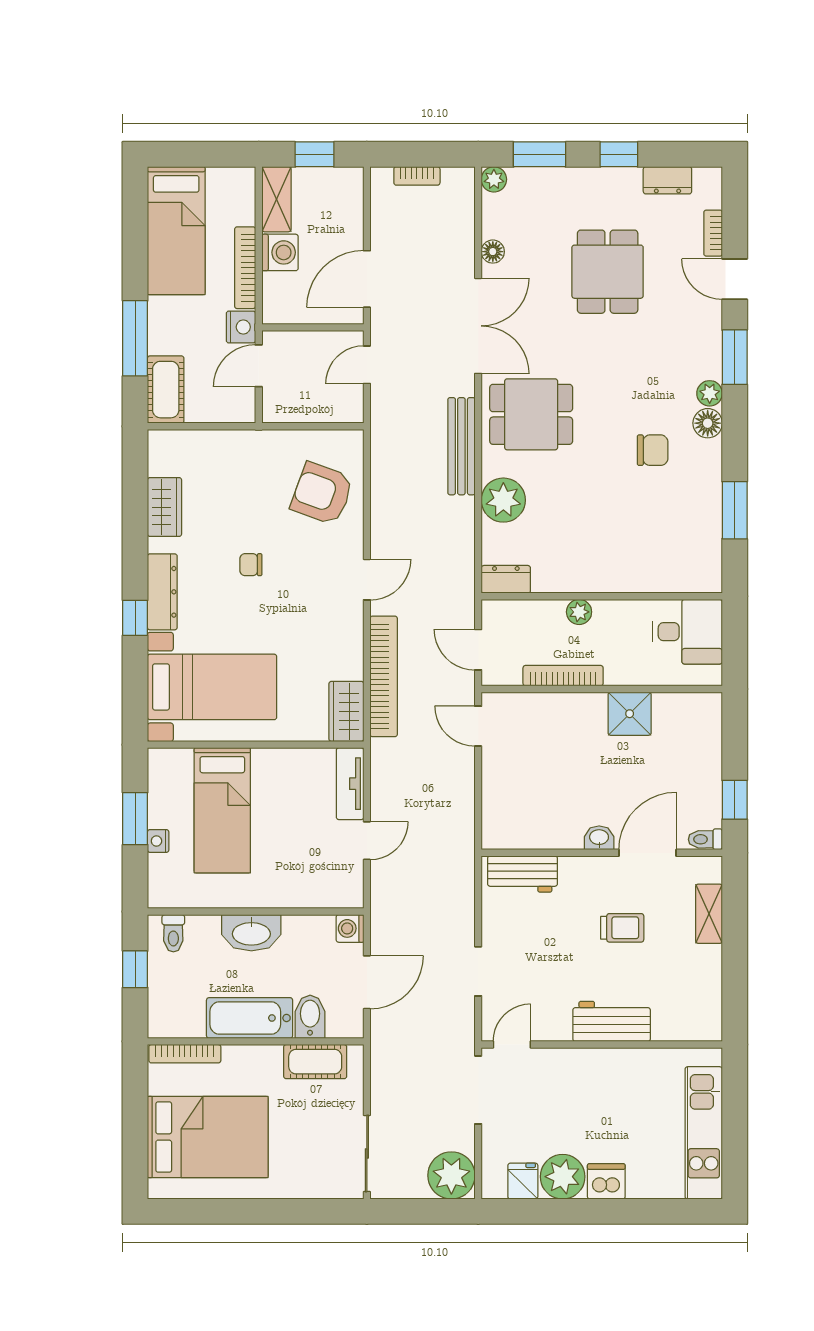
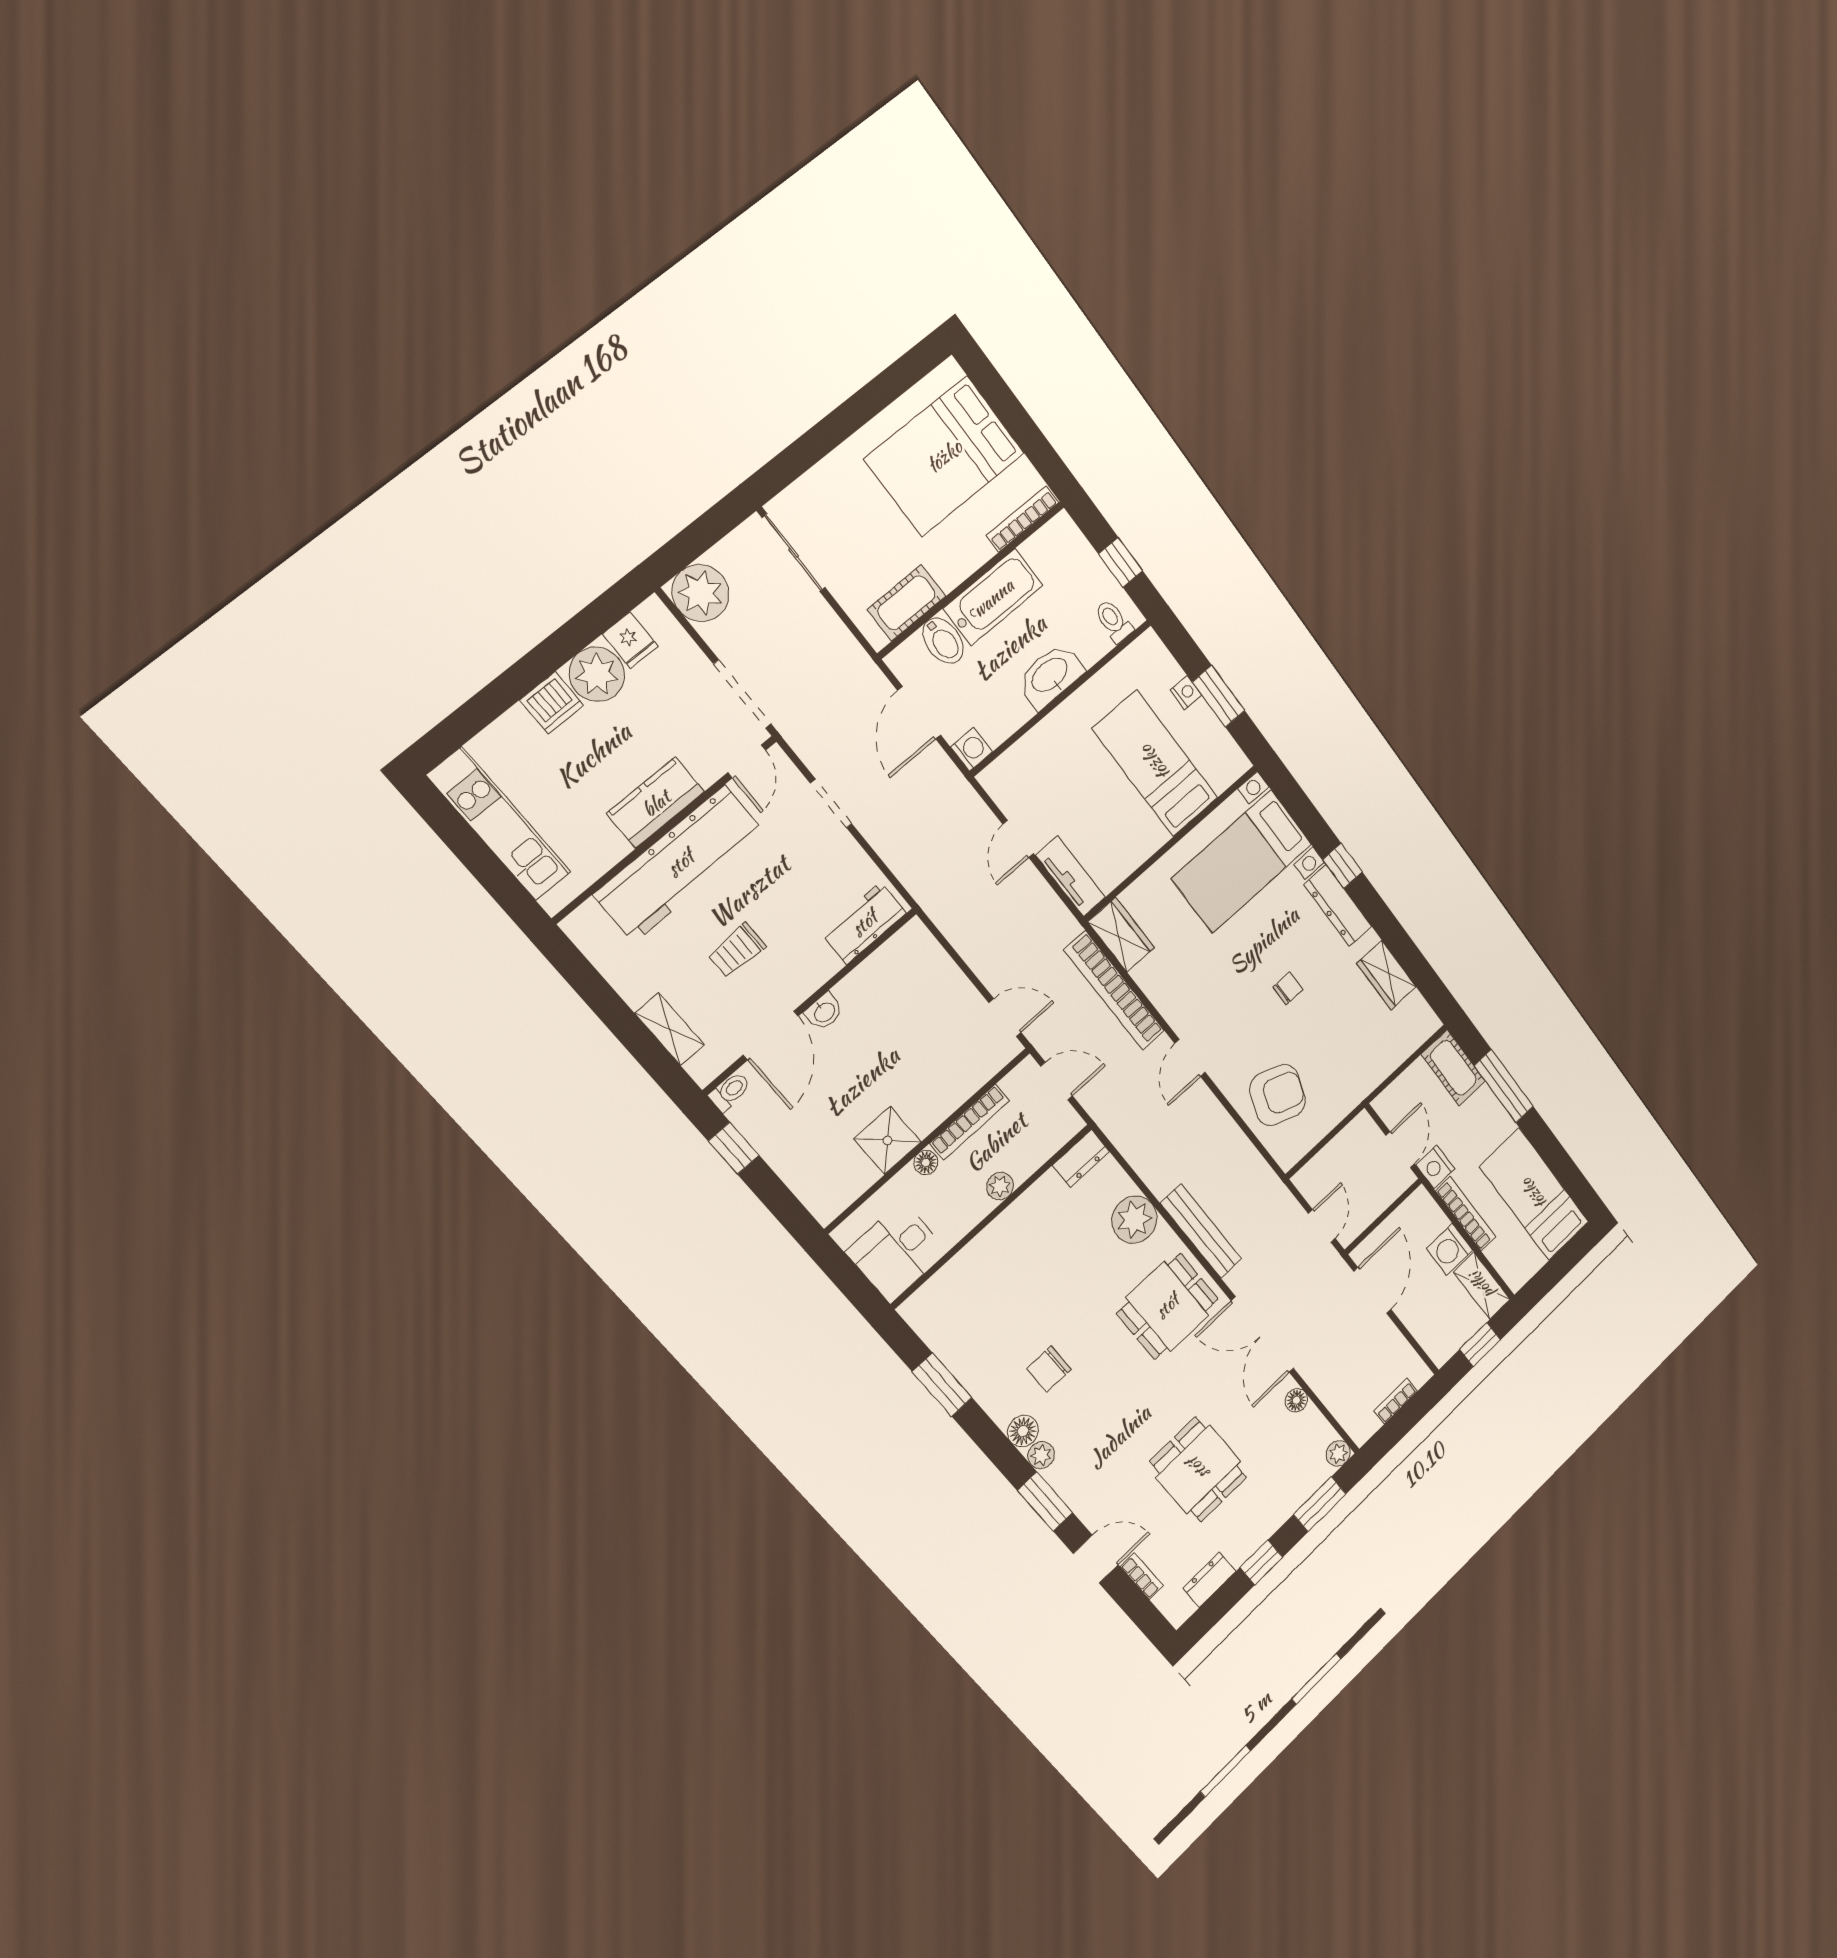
floor lamp: (616, 675) -> (926, 1163), added
workbench: (612, 1021) -> (680, 863), width x1.87, depth x1.32
kitchen counter: (594, 1066) -> (656, 803), added

